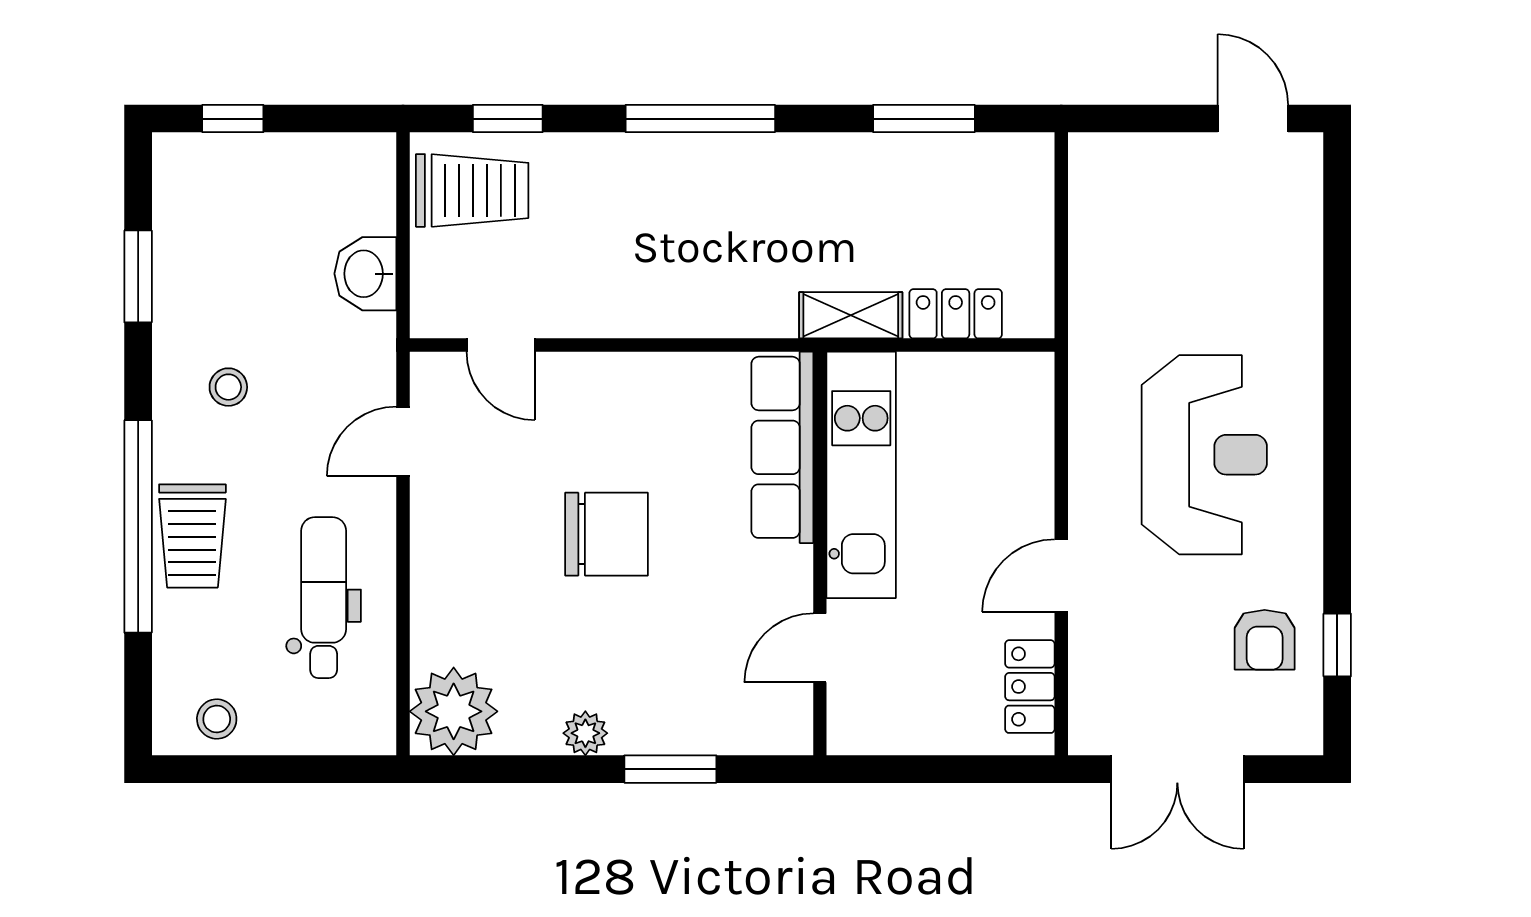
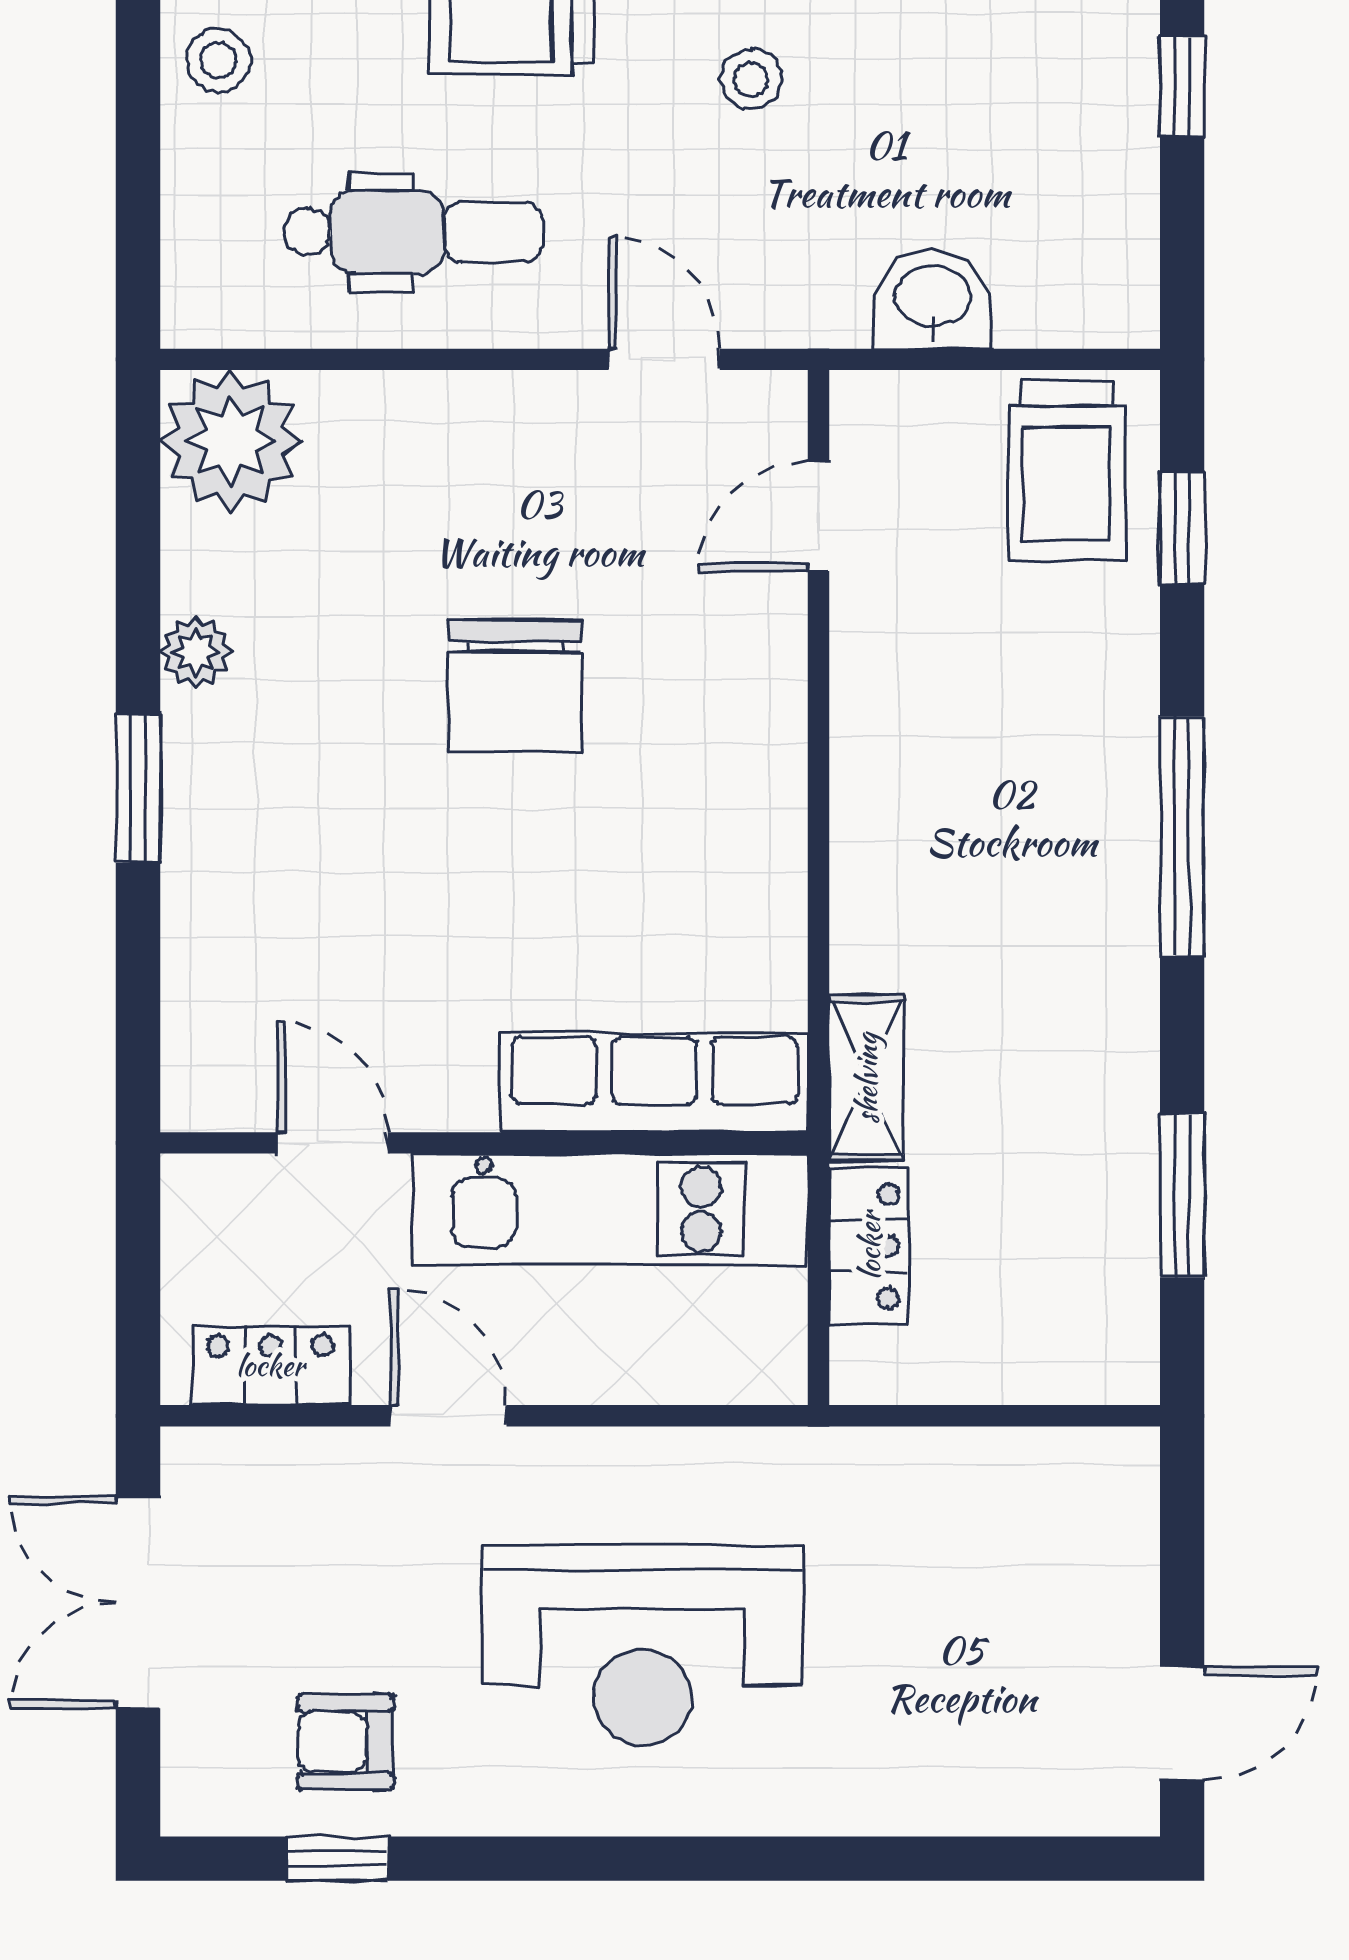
row of seats: (782, 447) -> (654, 1083), moved
kitchen unit: (861, 475) -> (610, 1209), moved
wall: (820, 554) -> (484, 1143), moved
door: (820, 648) -> (333, 1143), moved

